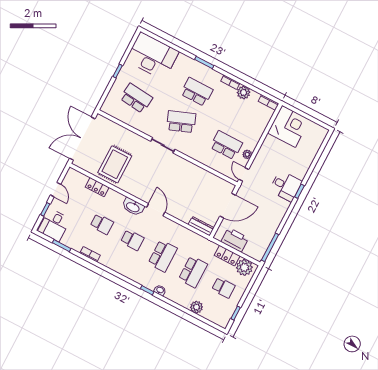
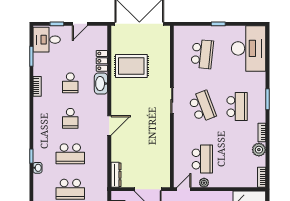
washbasin: (133, 207) -> (101, 84), moved

